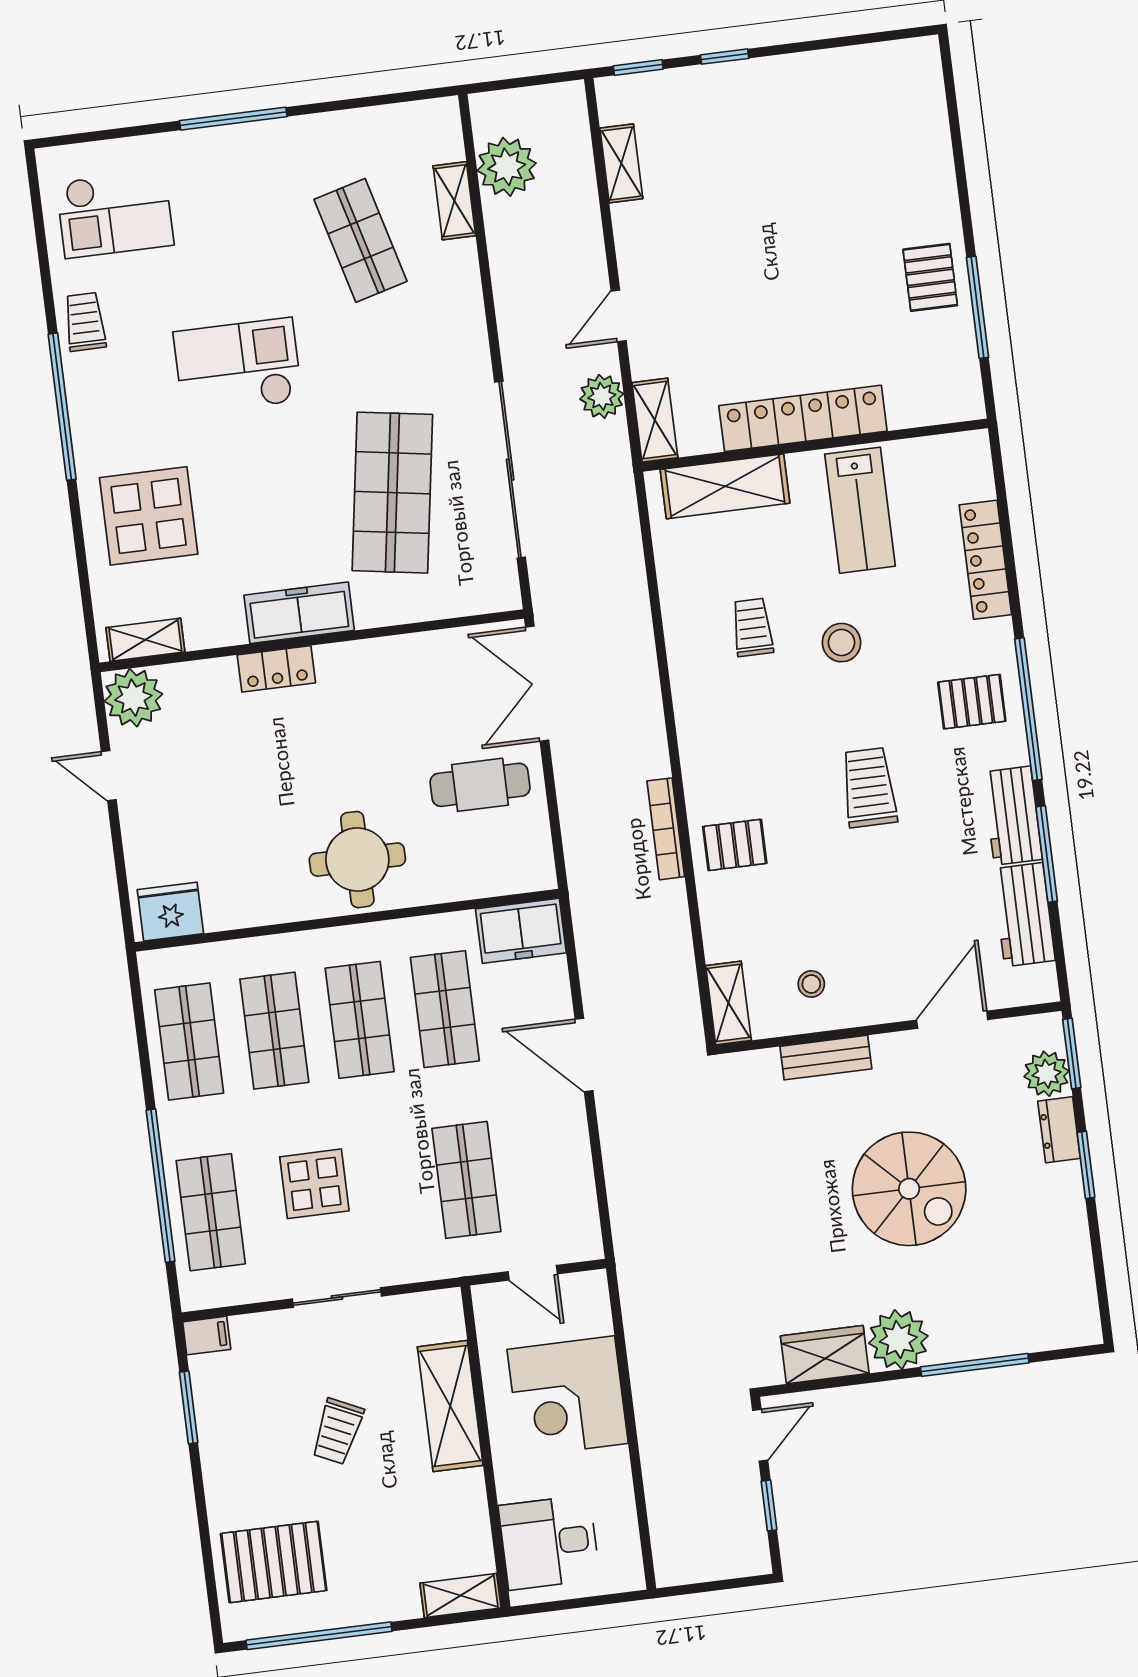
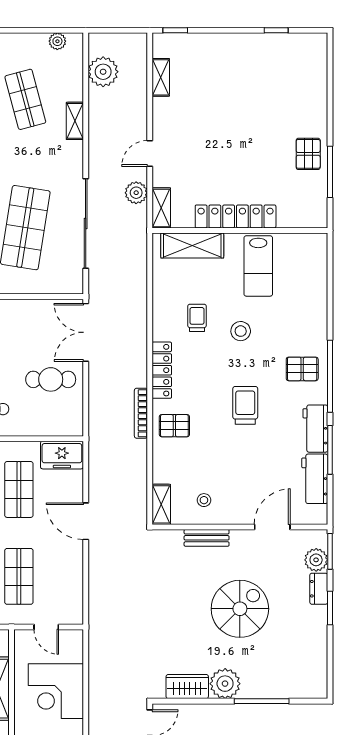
window: (725, 57) -> (276, 30), moved
plant: (409, 118) -> (57, 41), added
shelving: (454, 201) -> (75, 121), moved
locker: (985, 560) -> (162, 370), moved, turned 180
spiral stairs: (909, 1189) -> (240, 609), turned -90

